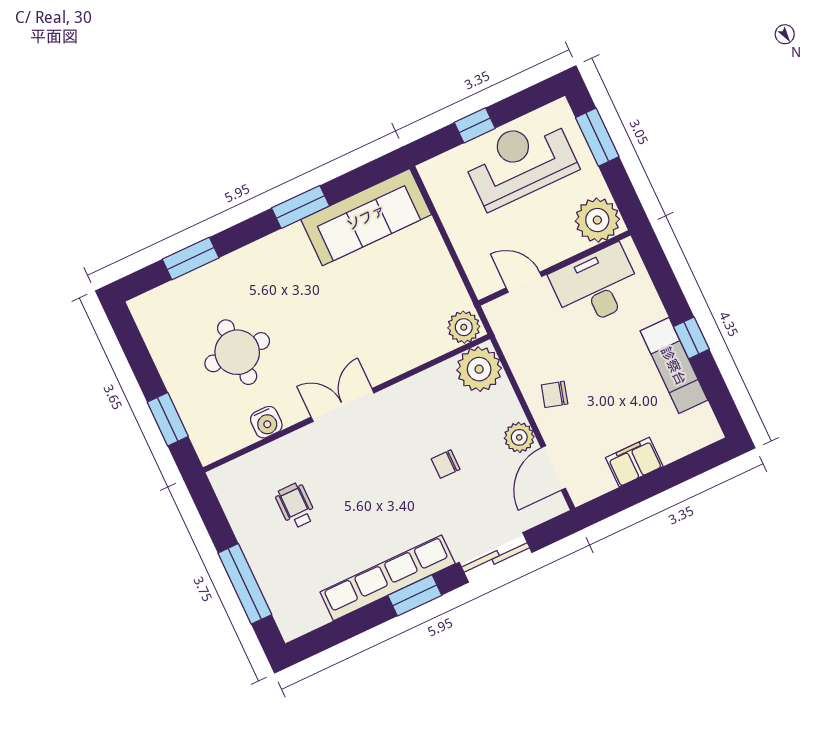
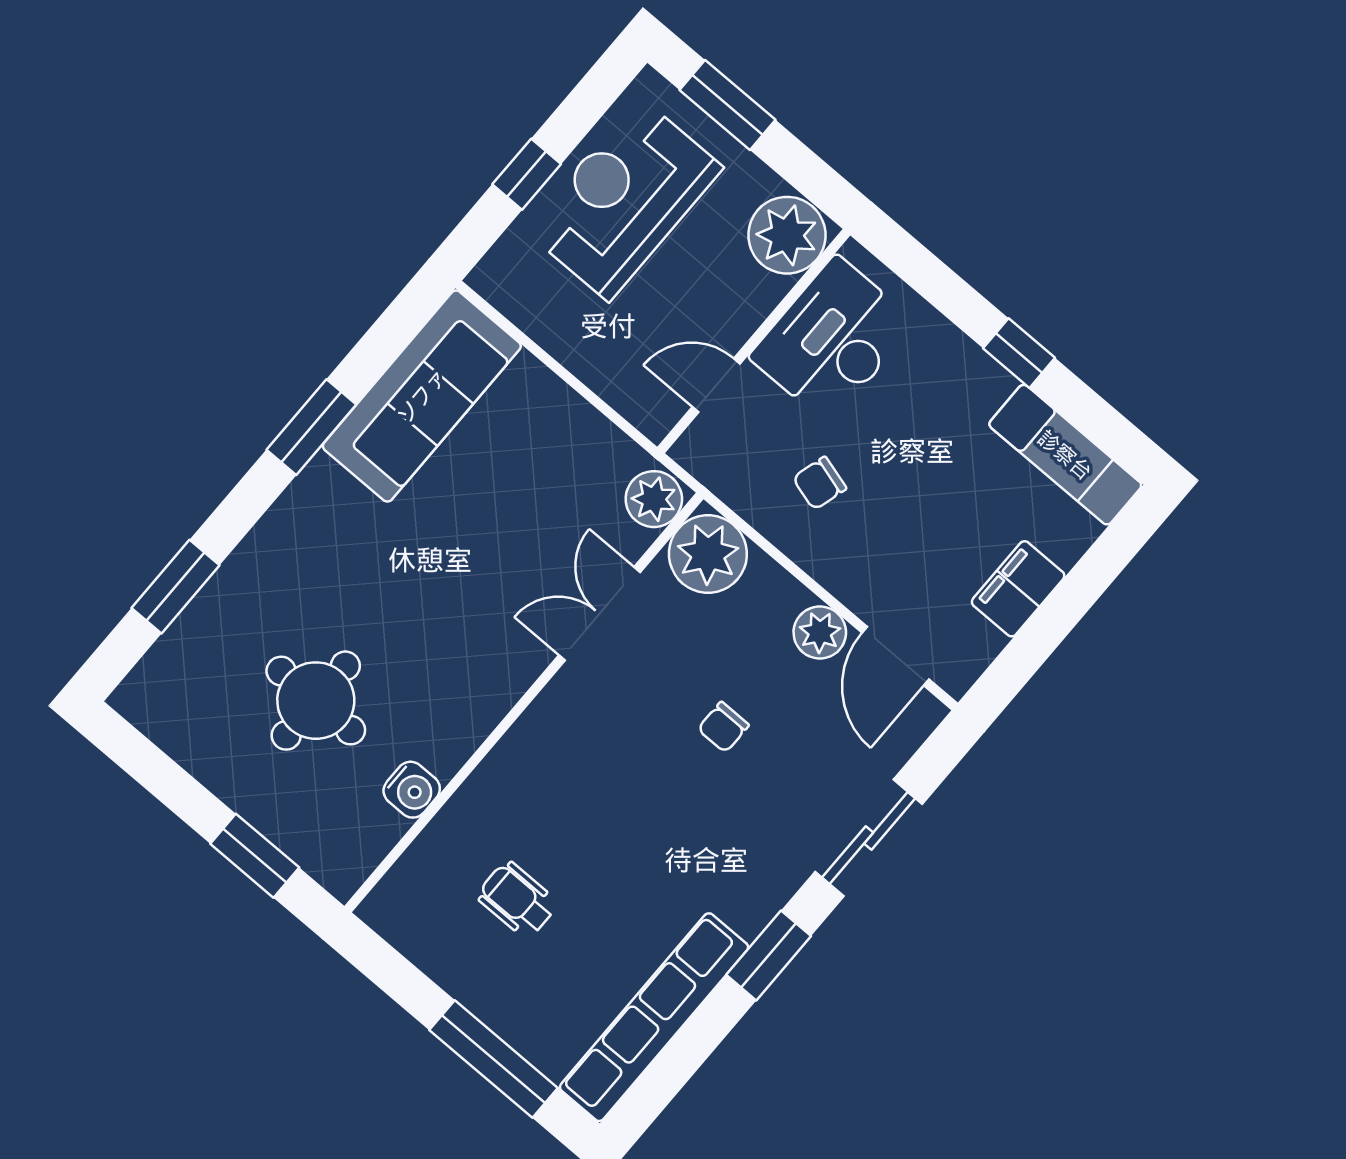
exam couch: (674, 366) -> (1065, 455), moved
chair: (555, 394) -> (820, 483), moved
double door: (343, 405) -> (599, 614), moved
row of seats: (388, 578) -> (654, 1017), moved

